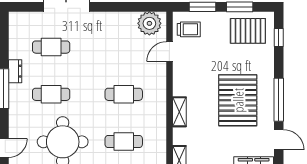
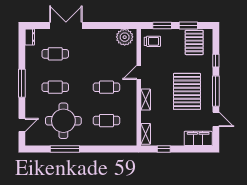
pallet: (248, 31) -> (194, 42), turned 90
window: (279, 37) -> (216, 61), moved
door: (169, 52) -> (139, 72), moved
dresser: (15, 71) -> (30, 37), moved

